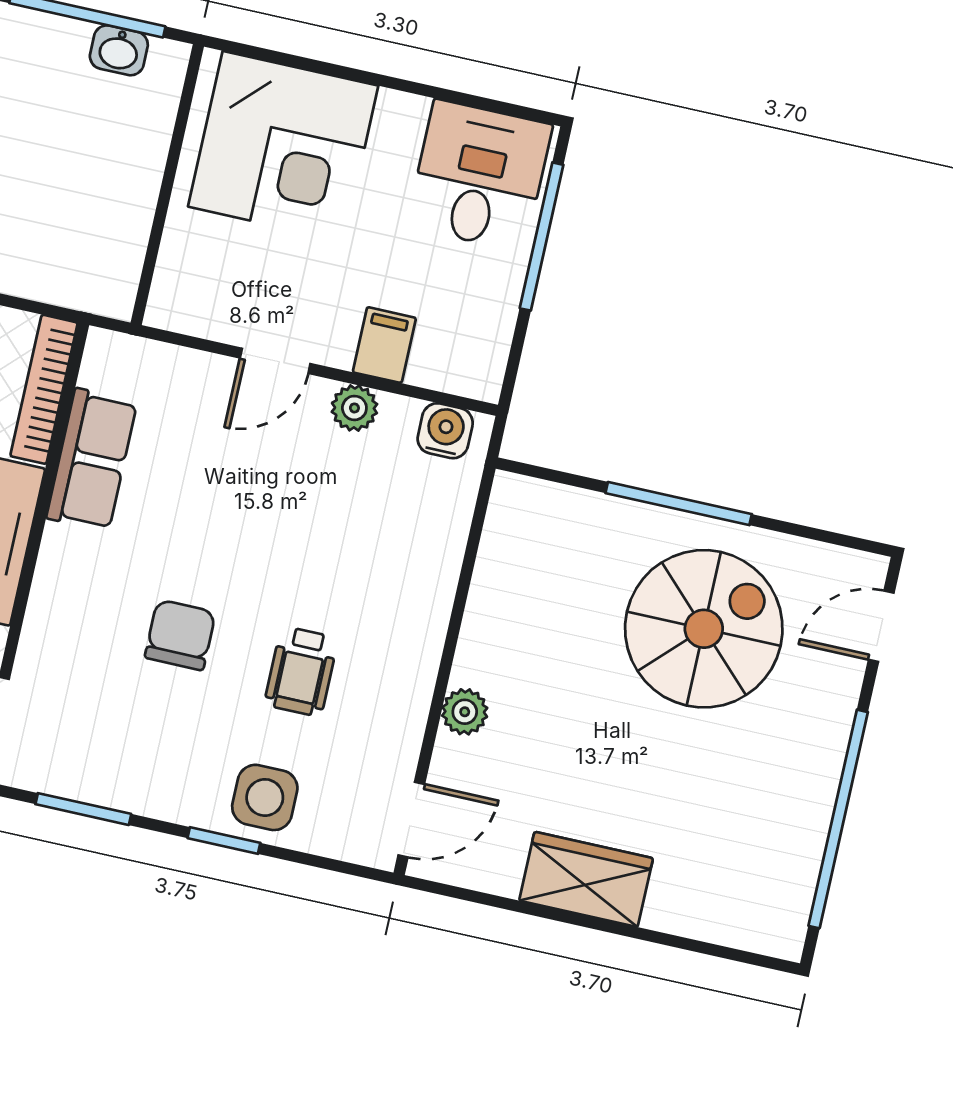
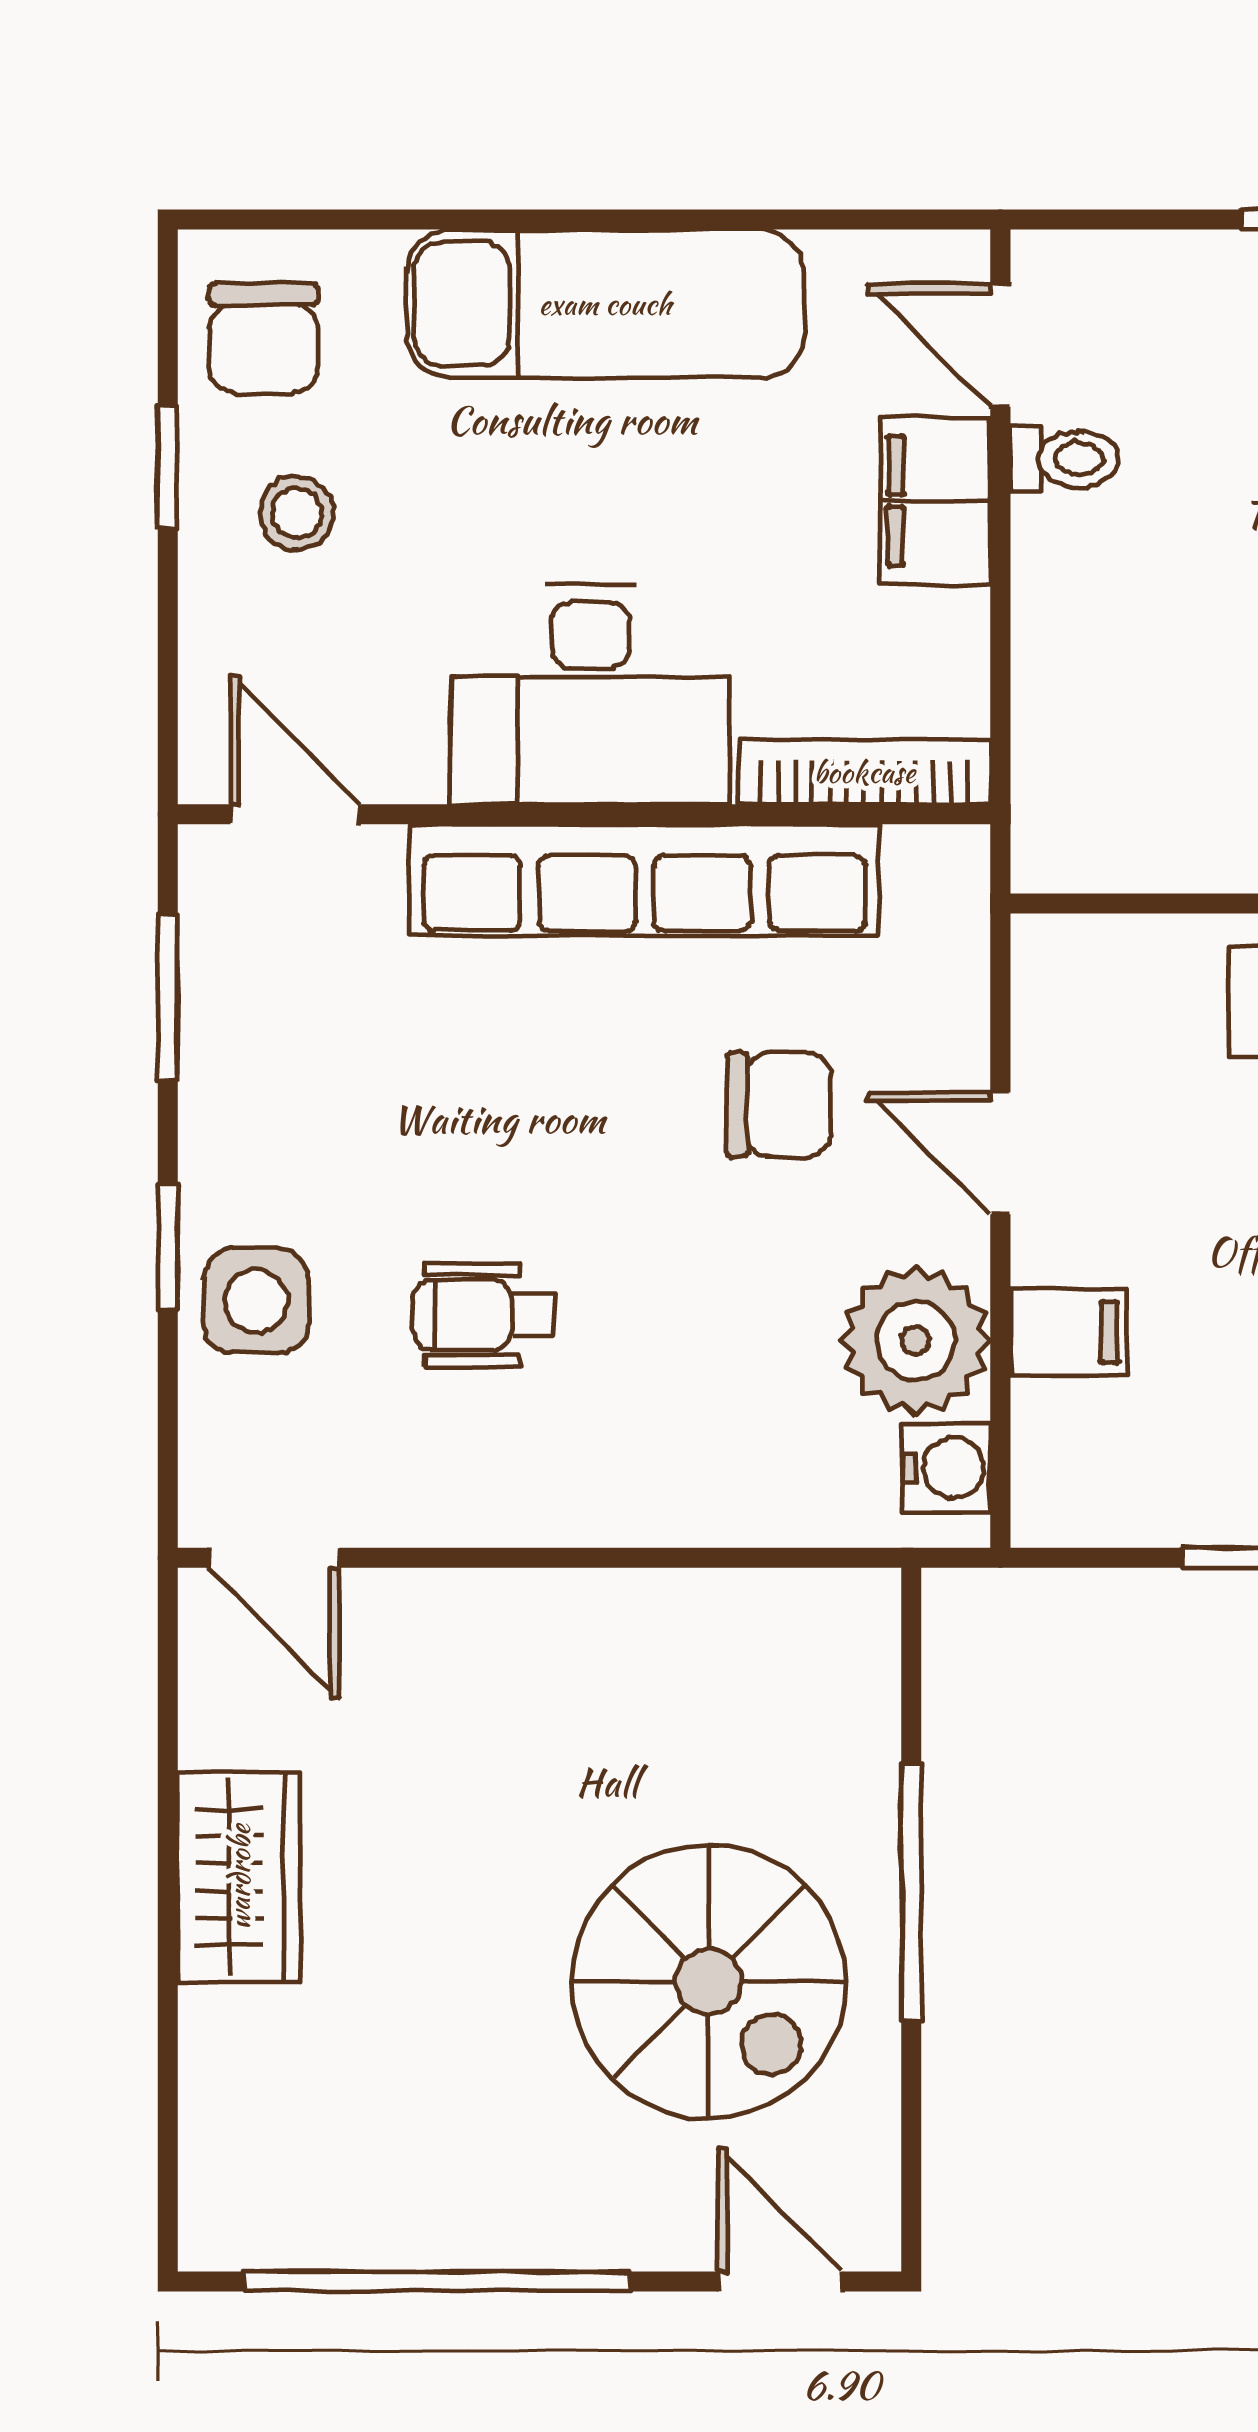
plant: (354, 408) -> (915, 1341), width x1.87, depth x1.87
row of seats: (92, 460) -> (645, 880), width x2.02
chair: (180, 635) -> (779, 1105), moved
plant: (465, 712) -> (477, 1608), removed

